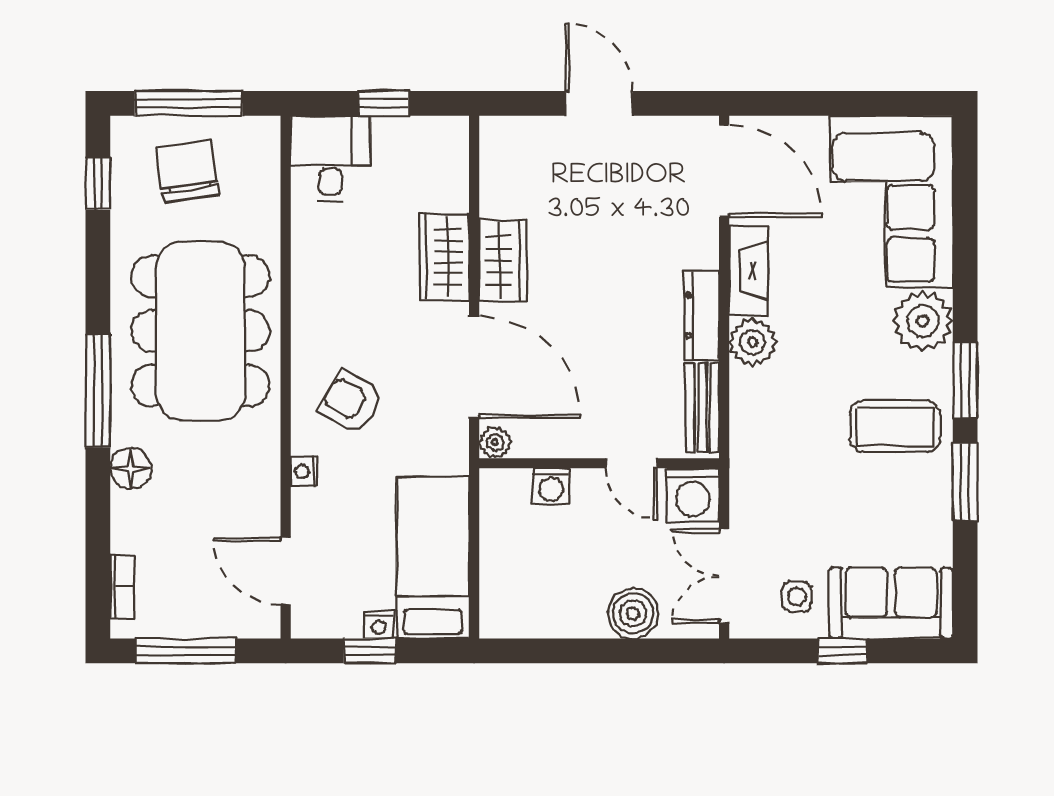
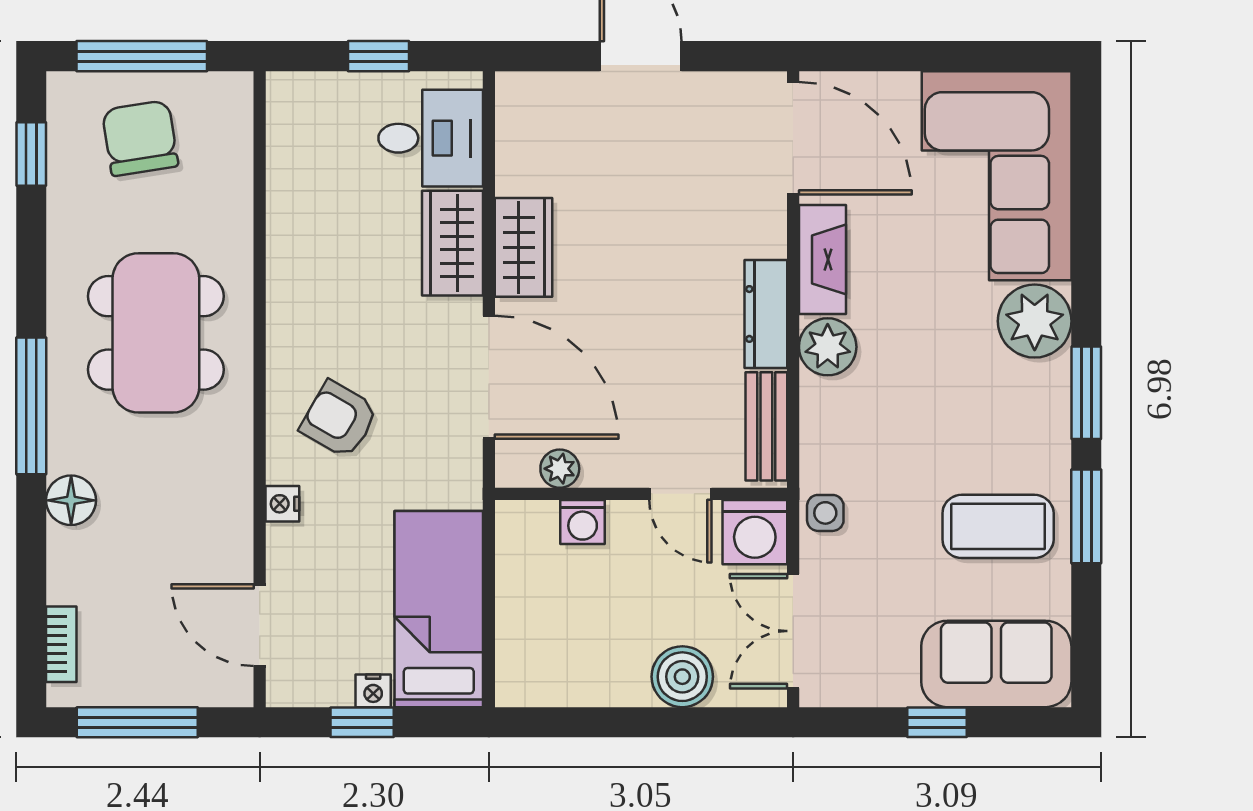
desk: (330, 159) -> (431, 138), moved, turned 90
dining table: (200, 331) -> (156, 333), width x0.73, depth x0.80
coffee table: (895, 426) -> (998, 526), moved
plant: (495, 442) -> (560, 469), moved
side table: (797, 597) -> (825, 513), moved

